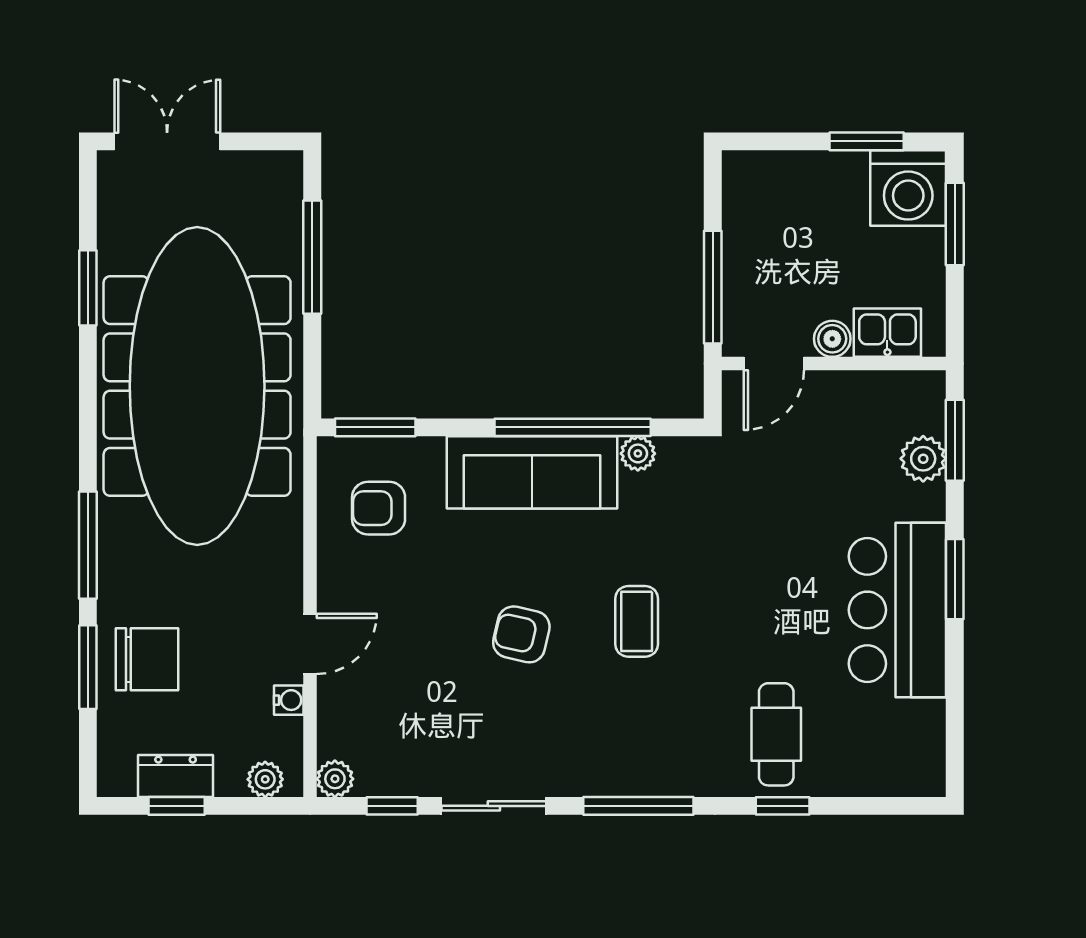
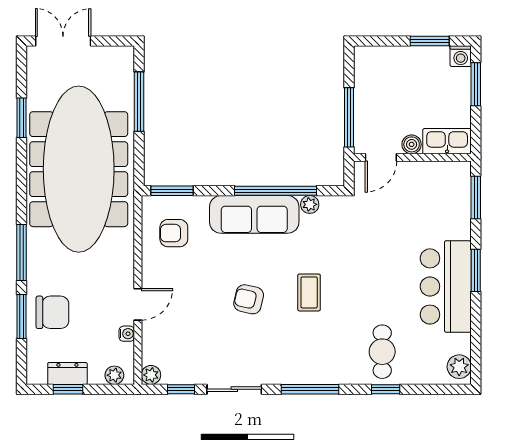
washing machine: (908, 188) -> (461, 56), width x0.53, depth x0.53
kitchen sink: (887, 333) -> (447, 141), width x1.38
plant: (923, 459) -> (459, 367), moved

